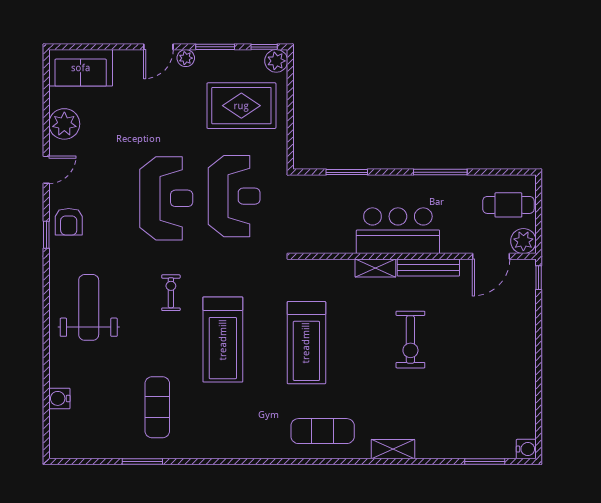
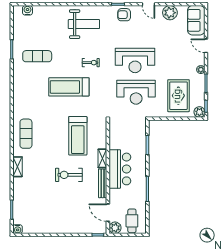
door: (158, 47) -> (206, 46), moved
treadmill: (306, 343) -> (78, 136), moved, turned -90
water cooler: (59, 398) -> (27, 10), moved

